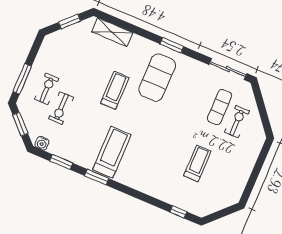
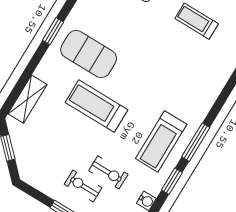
treadmill: (115, 90) -> (97, 106), width x1.37, depth x1.38
treadmill: (112, 152) -> (161, 141), moved, turned -90
window: (97, 177) -> (196, 142), width x1.44

